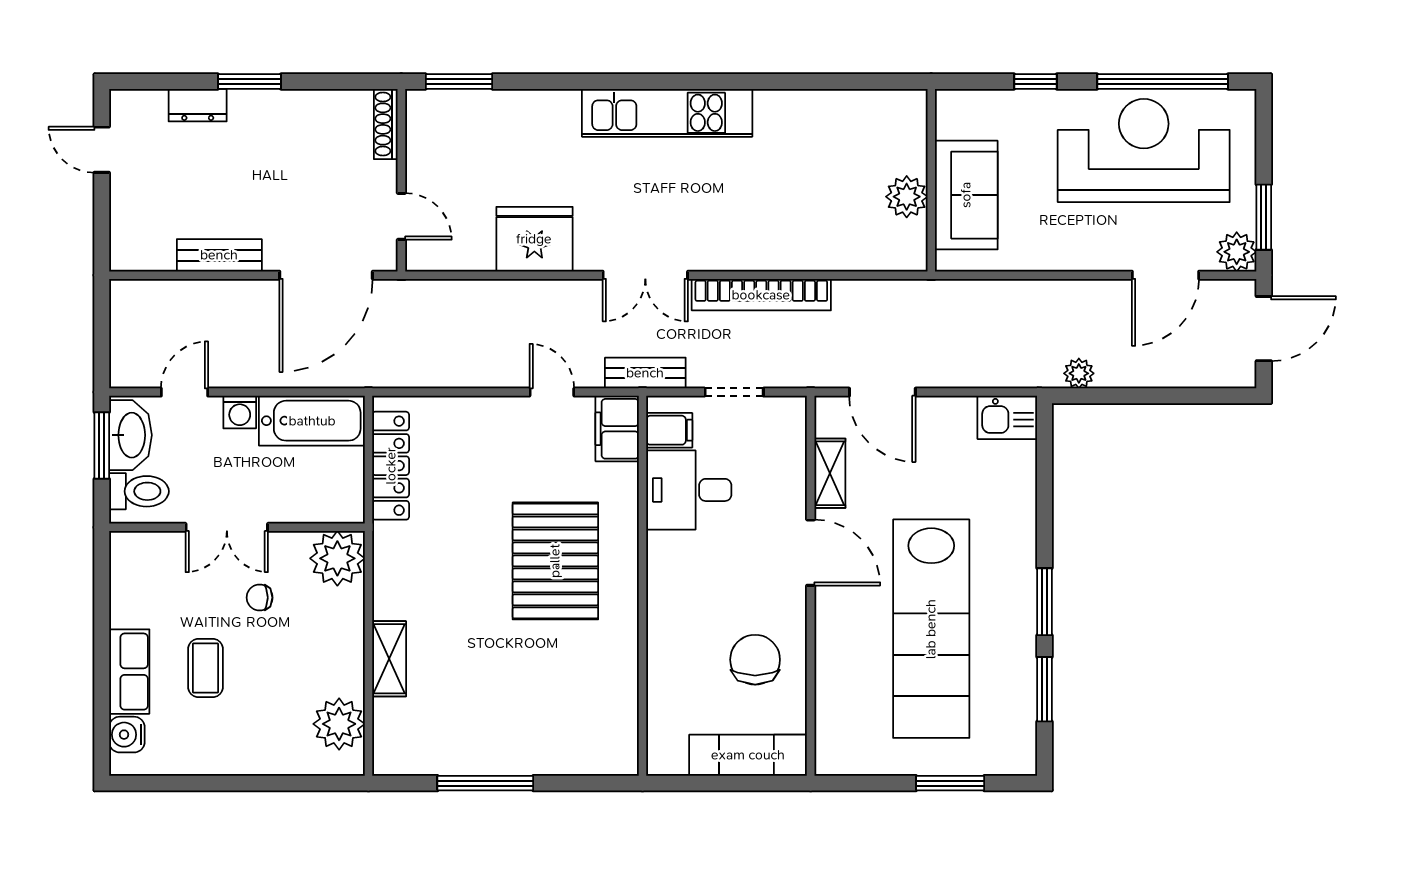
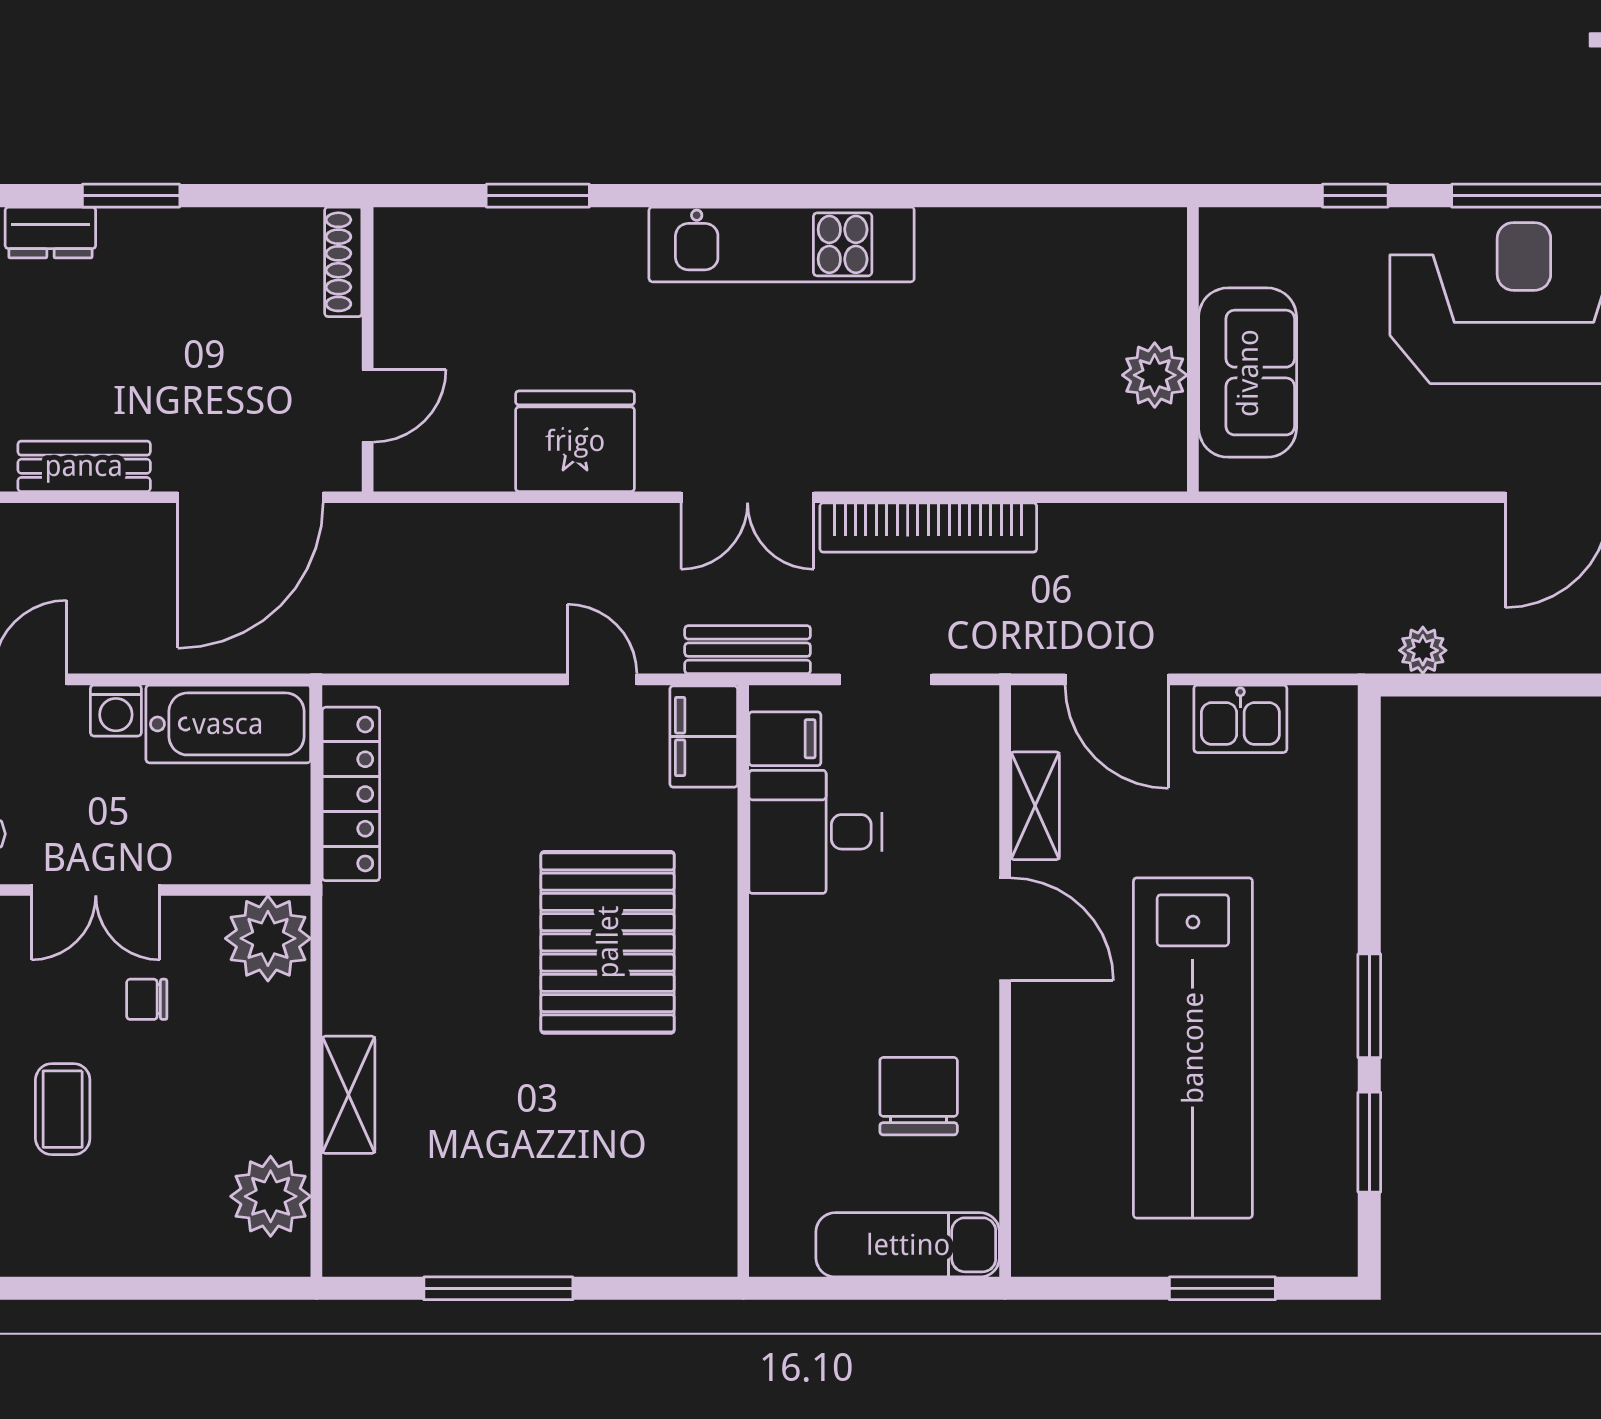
window: (459, 81) -> (538, 196), moved
door: (401, 216) -> (368, 406), hinge flipped
kitchen sink: (1007, 417) -> (1240, 719), moved

